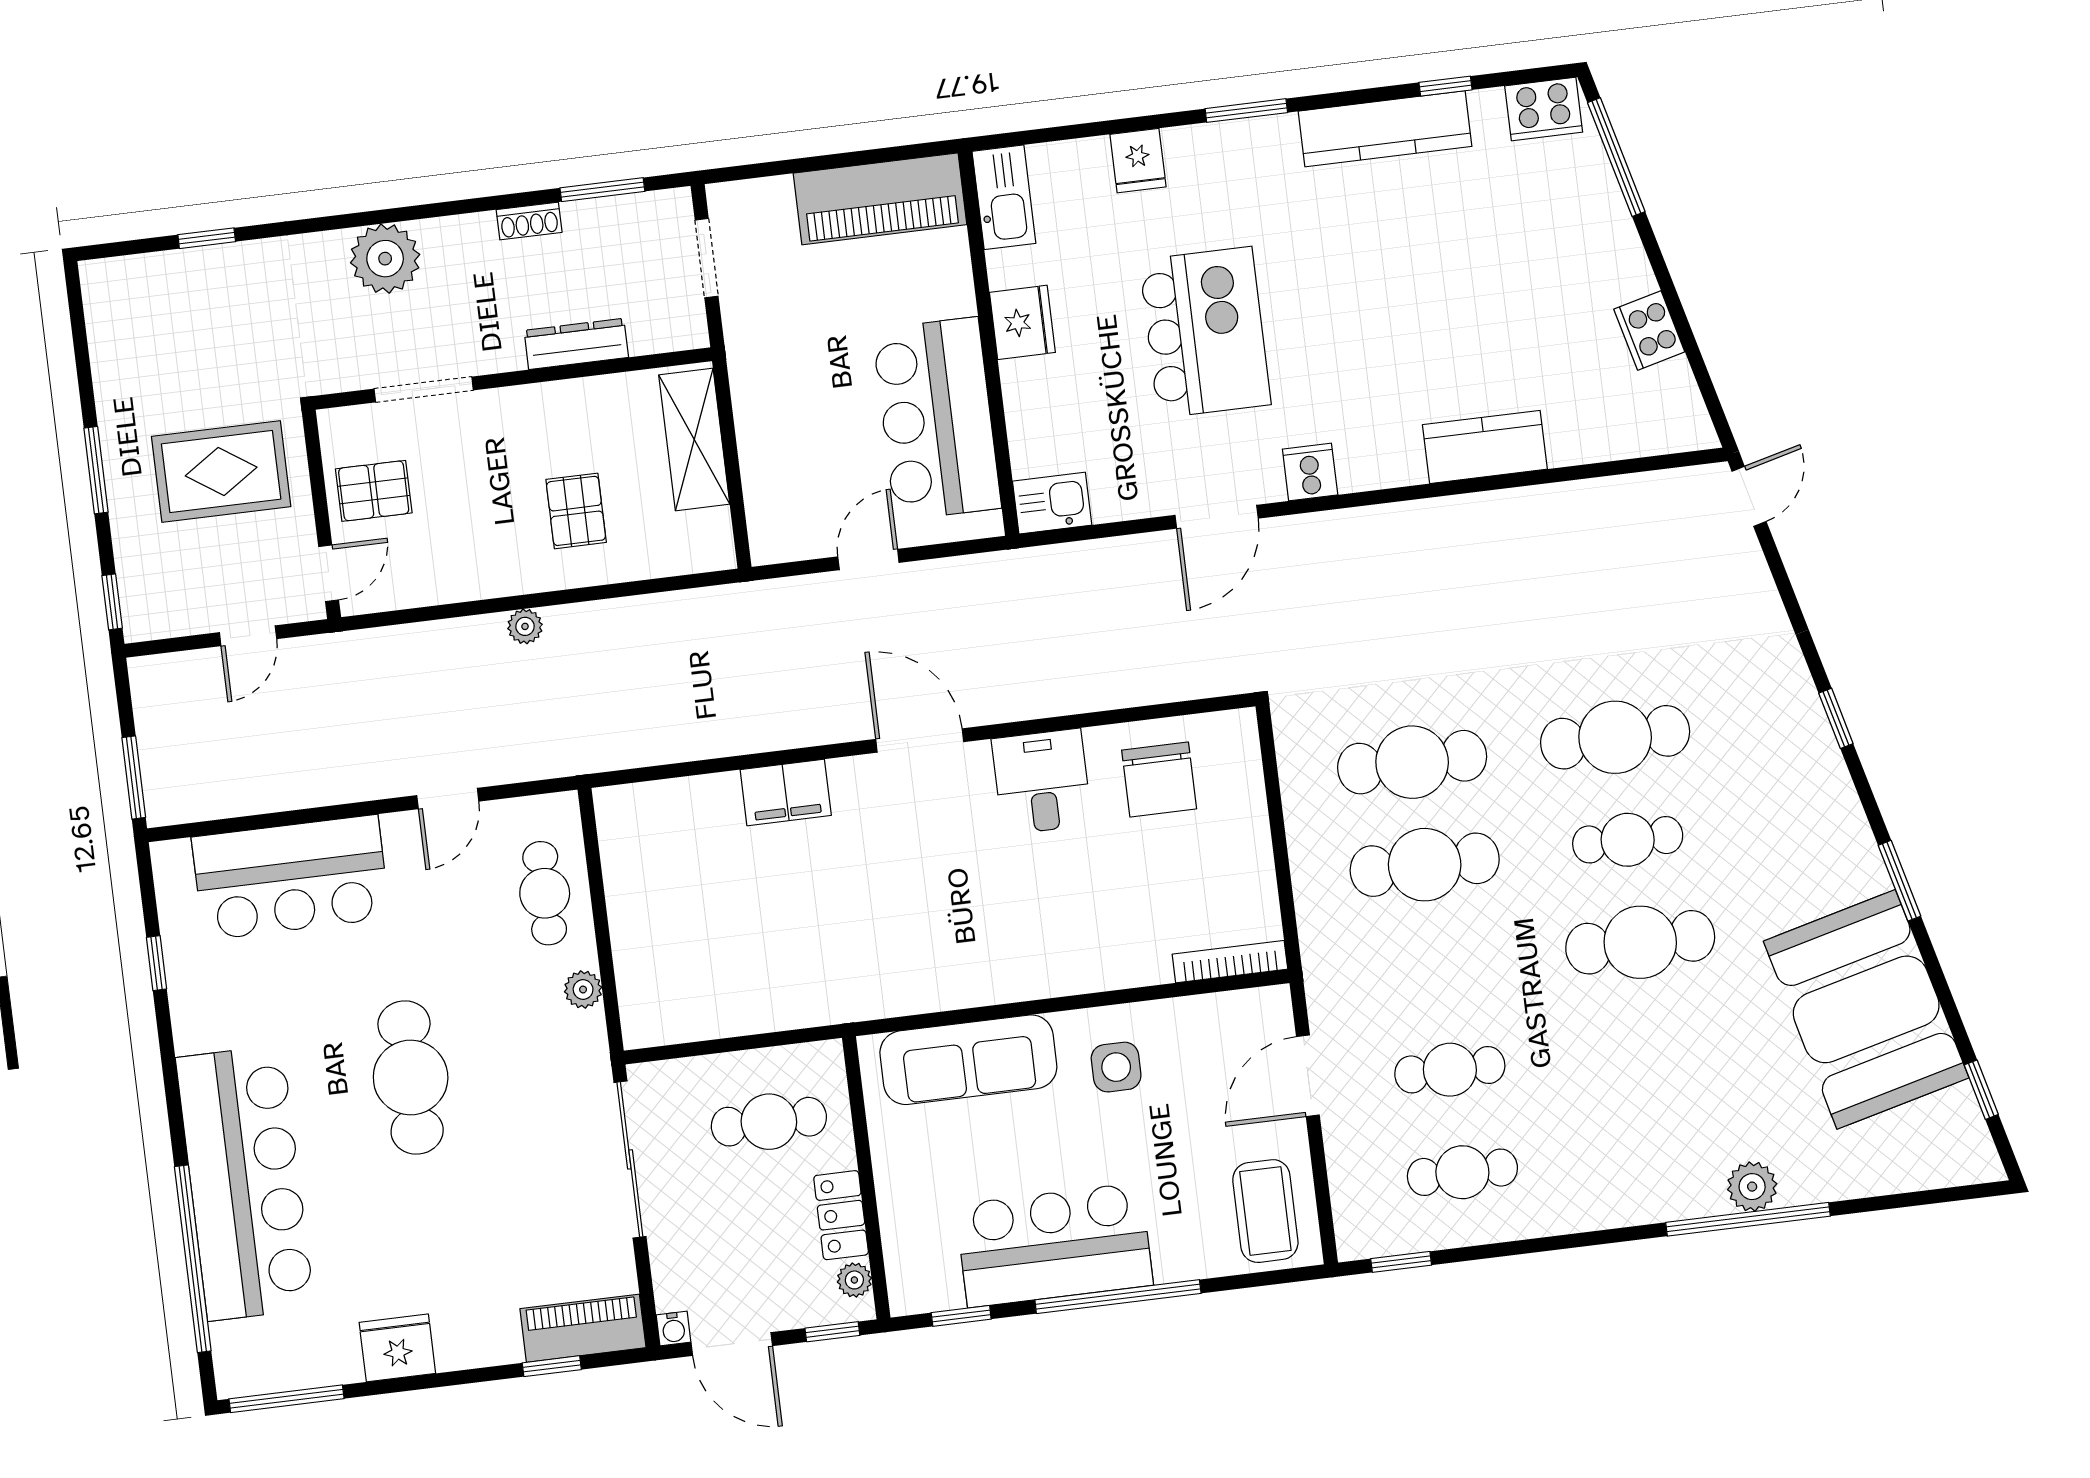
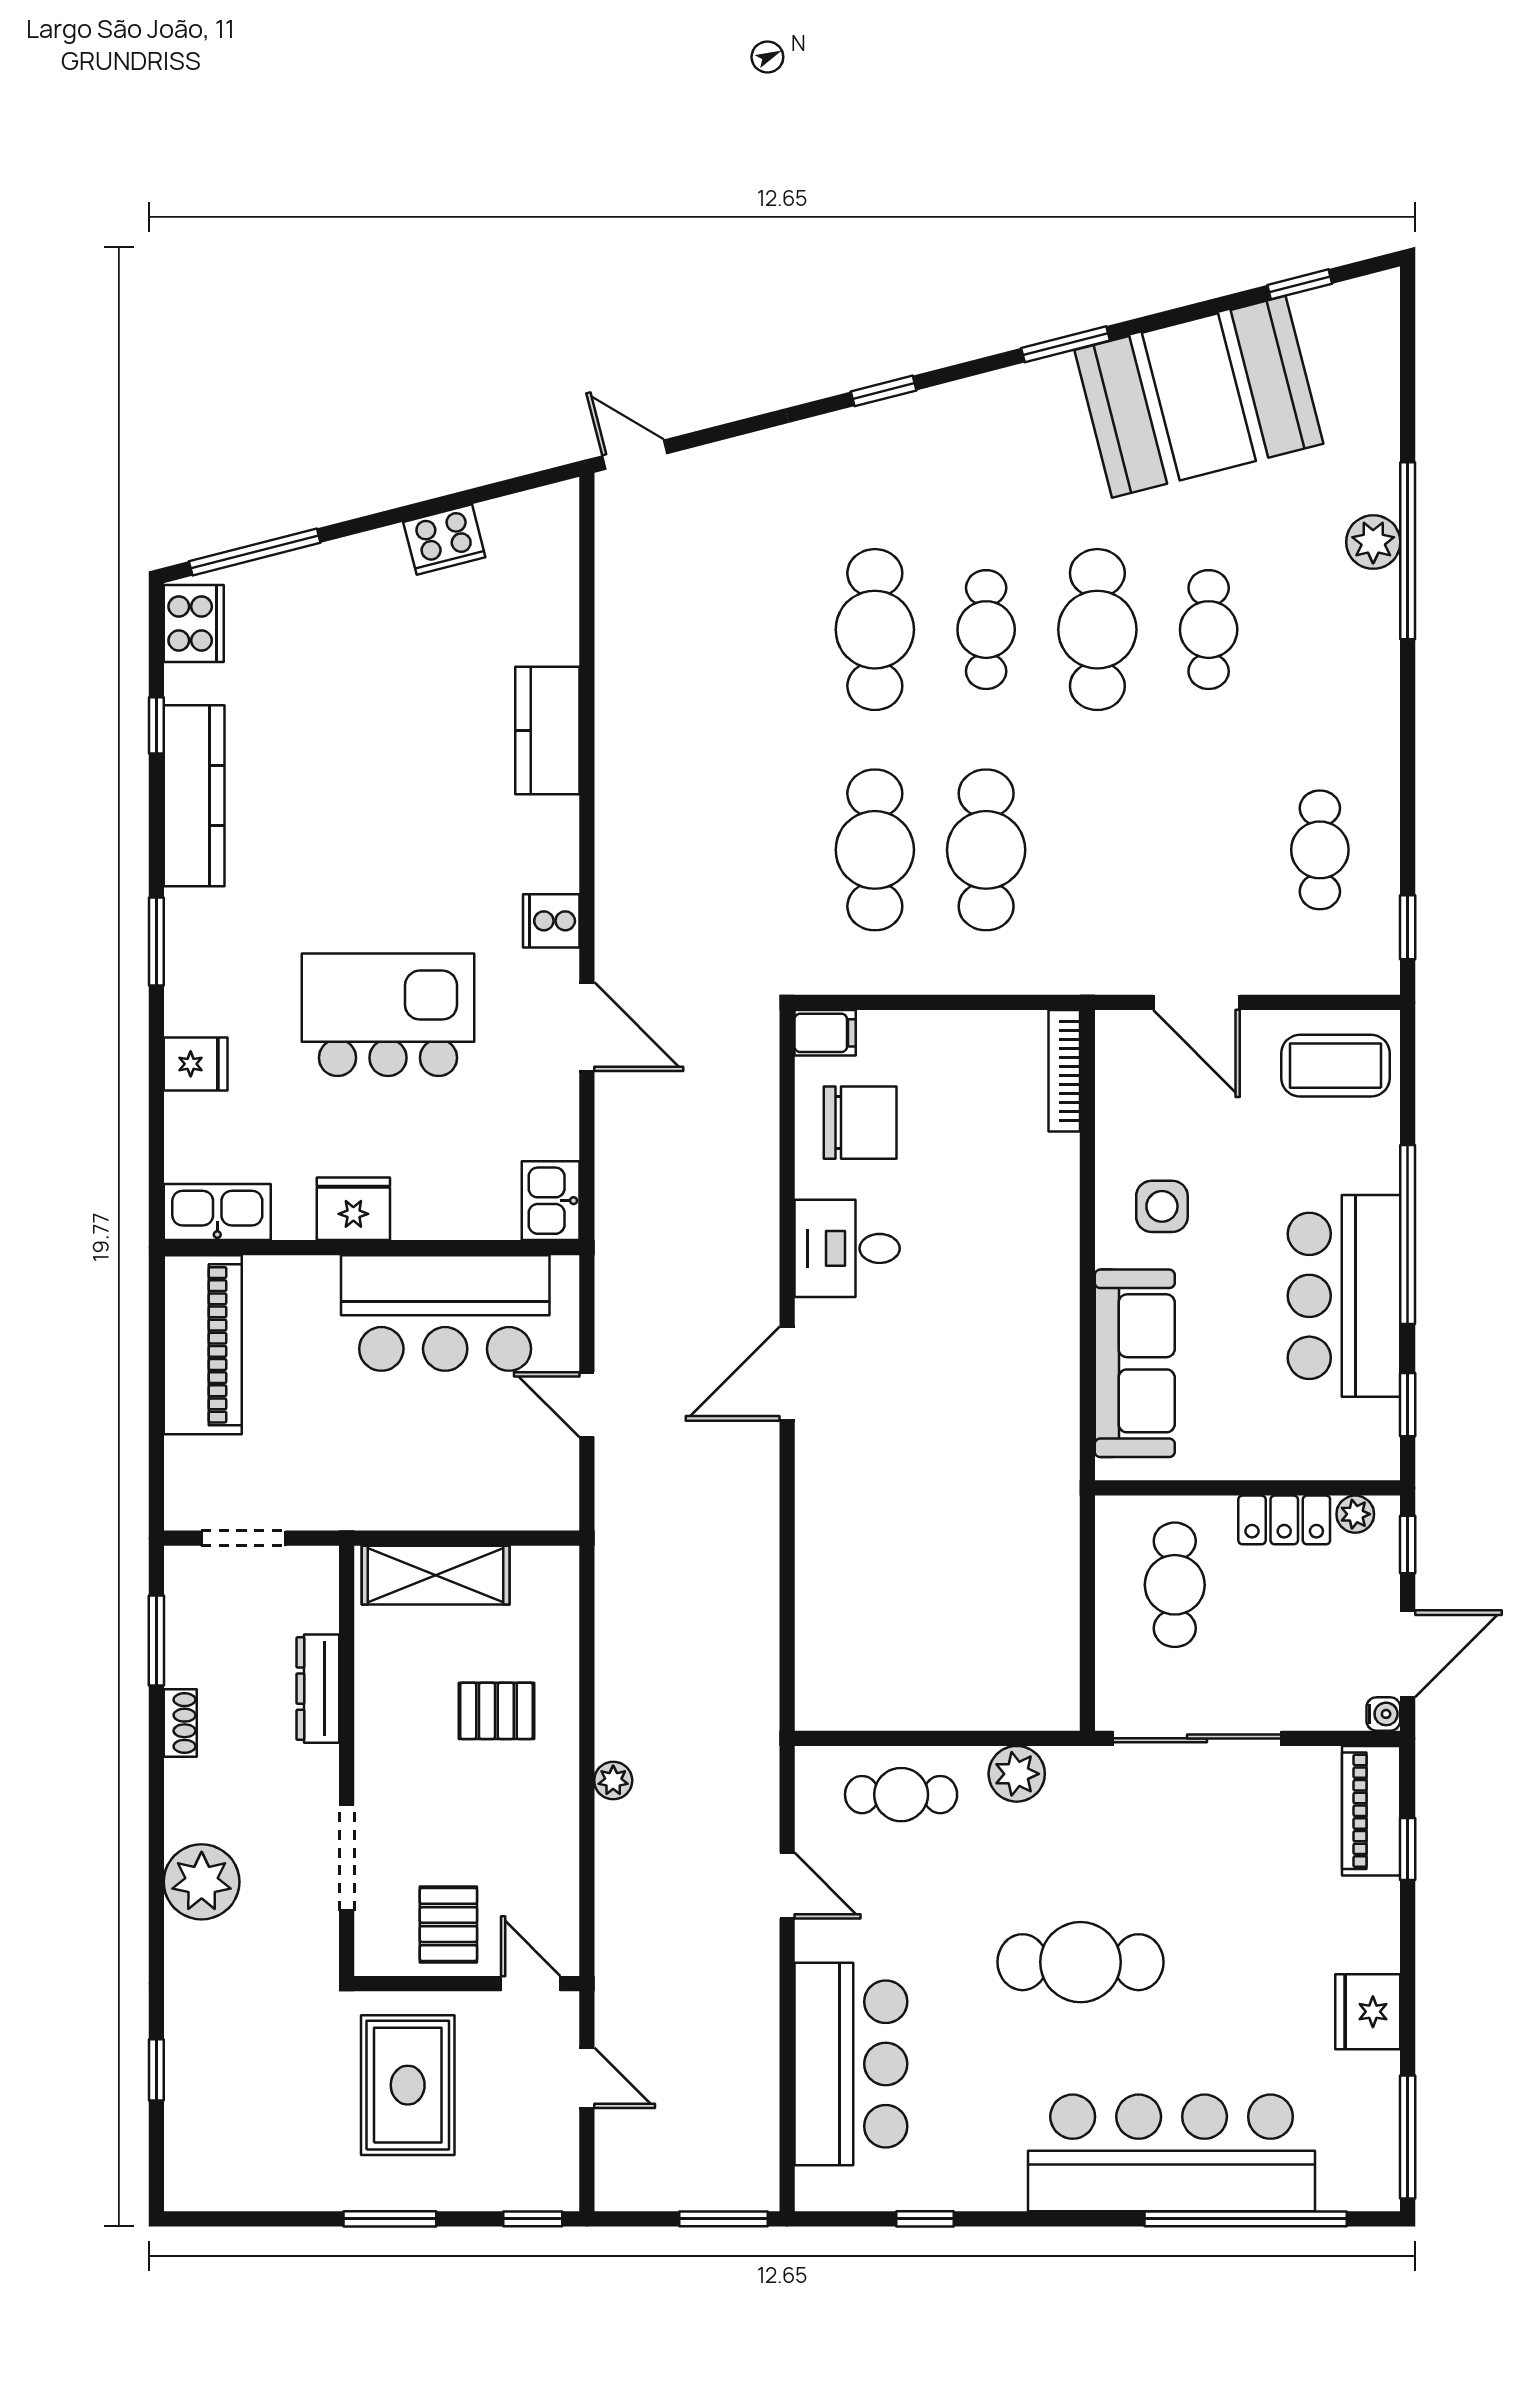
filing cabinet: (786, 793) -> (825, 1033), moved, width x0.50
plant: (583, 989) -> (1017, 1774), width x1.38, depth x1.38
cafe table: (1450, 1070) -> (1209, 630), moved

